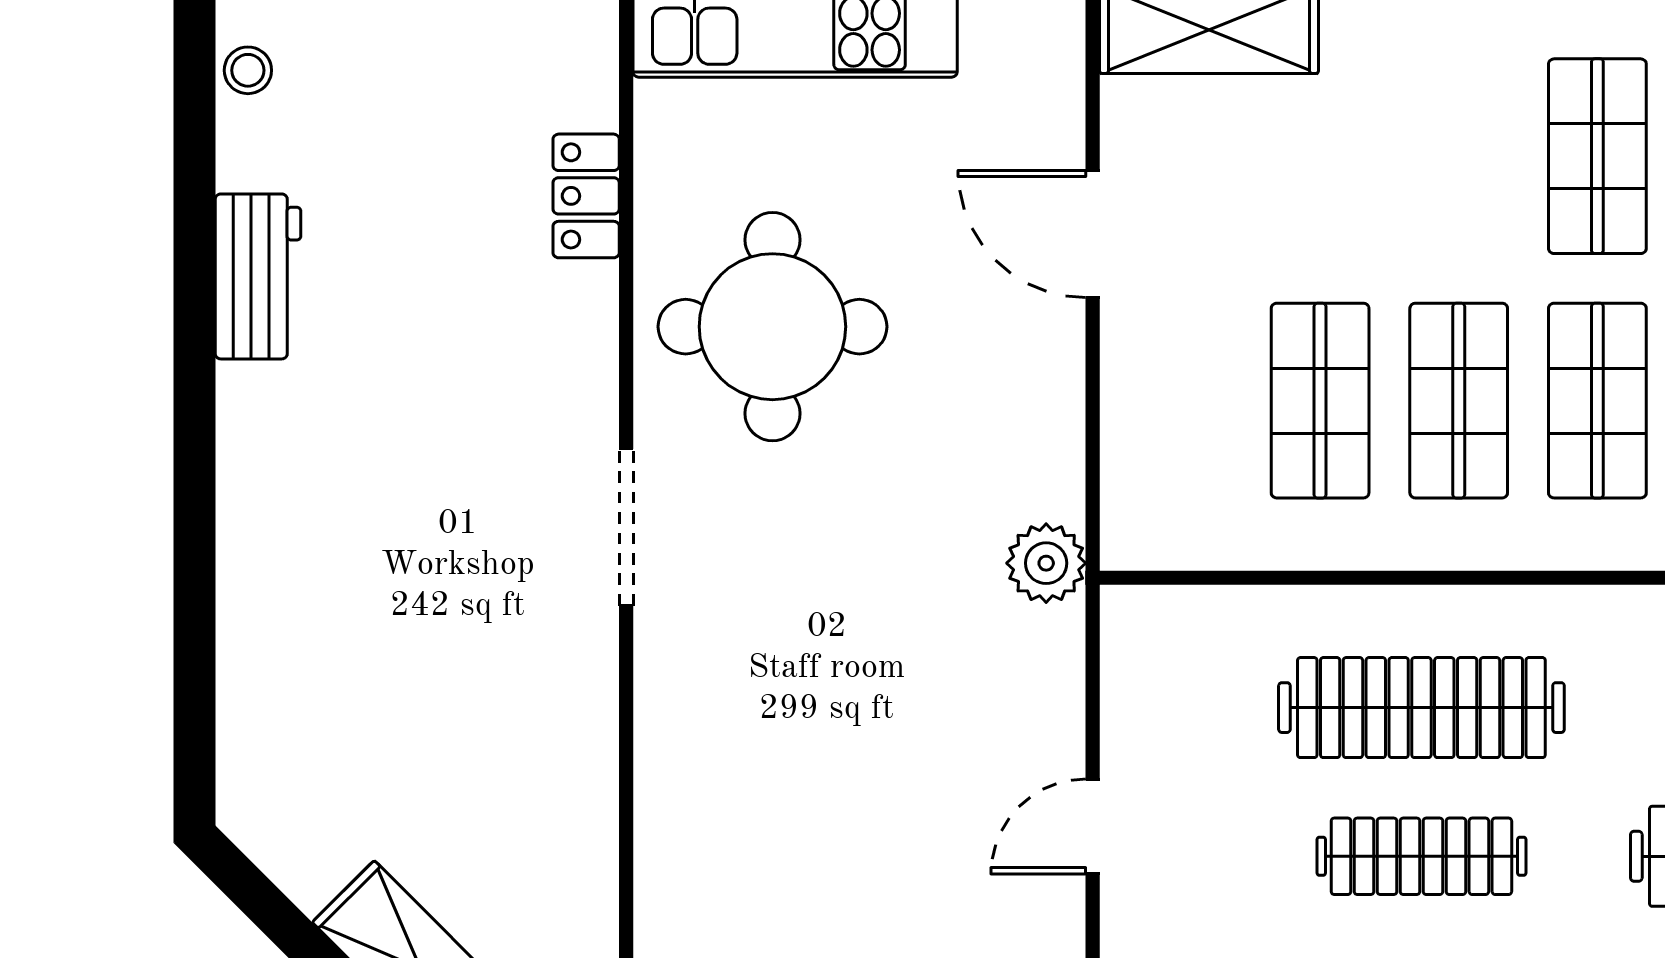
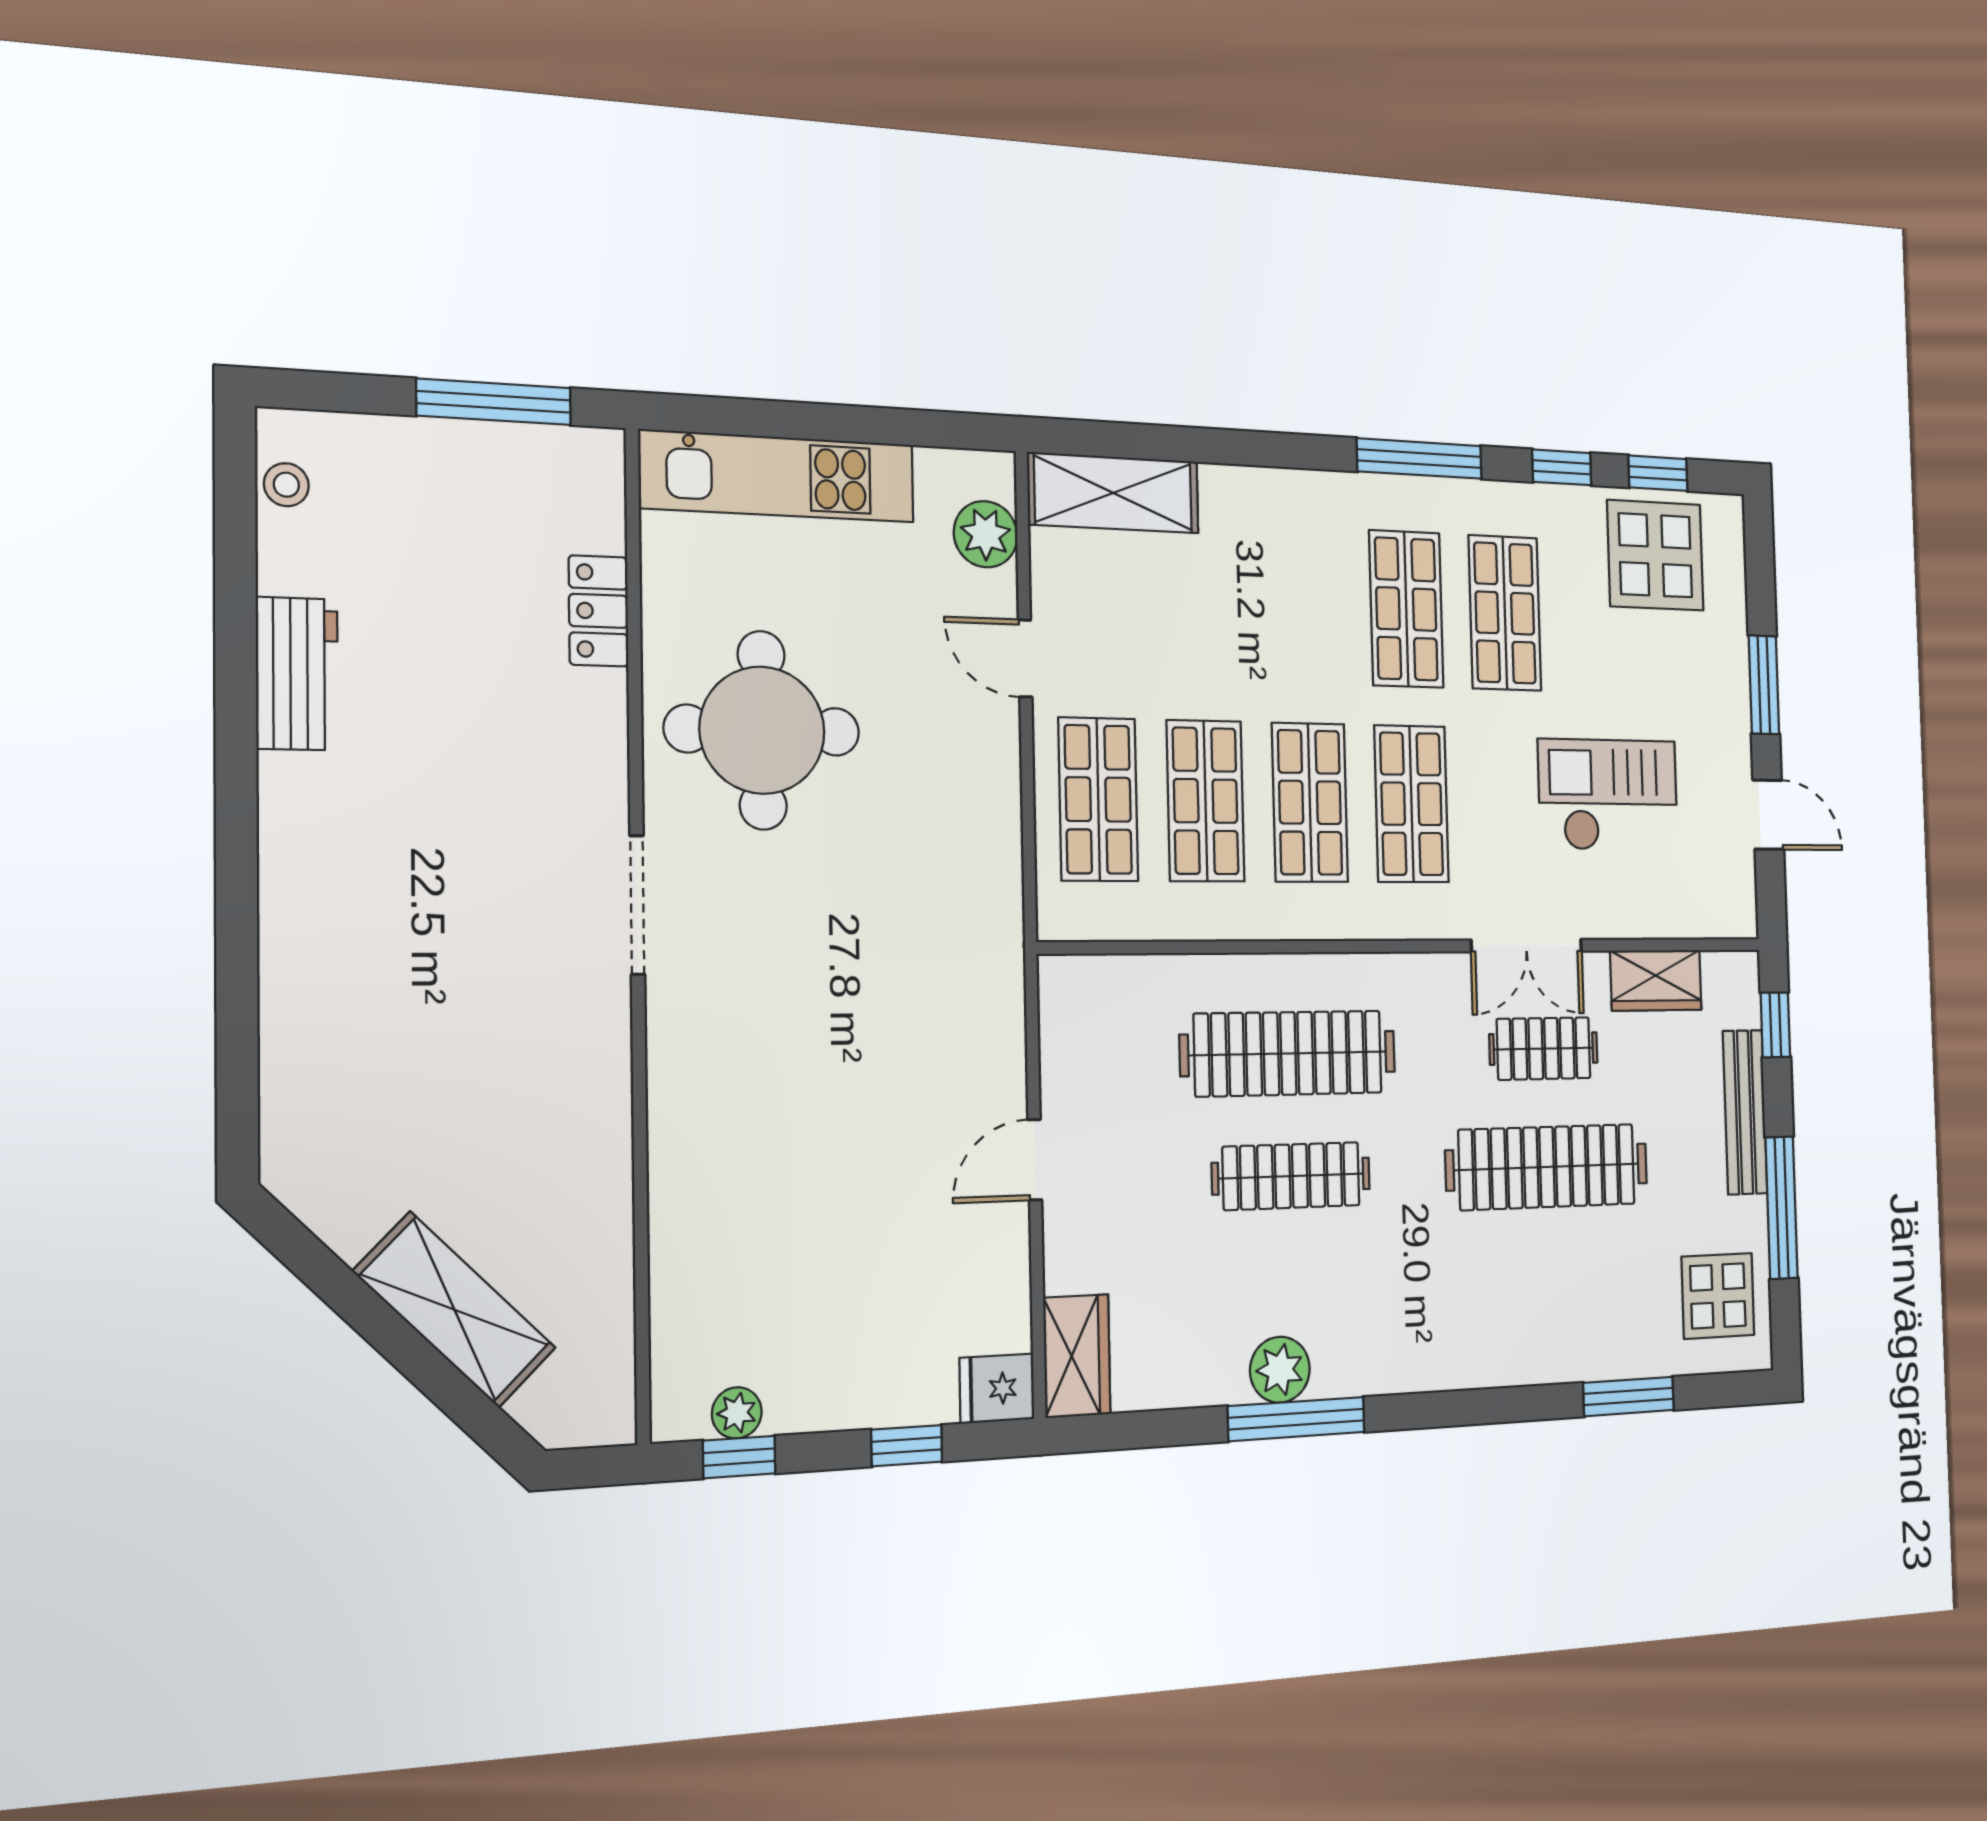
door: (1093, 234) -> (1025, 658), width x0.73
shop shelf: (1181, 401) -> (1098, 799), added
plant: (1046, 563) -> (986, 534), moved

